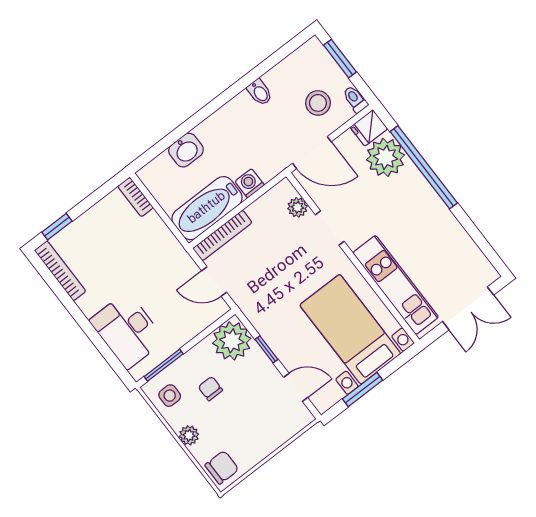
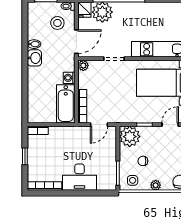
washbasin: (186, 150) -> (34, 58), moved
plant: (297, 207) -> (83, 65), moved
window: (57, 227) -> (25, 156), moved
desk: (127, 330) -> (80, 177), moved

